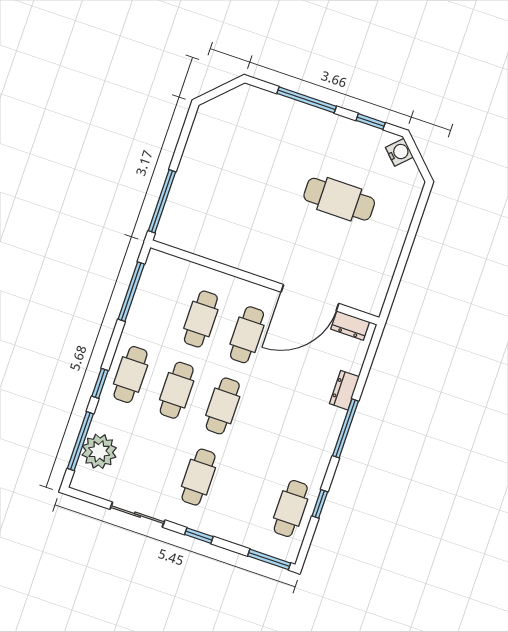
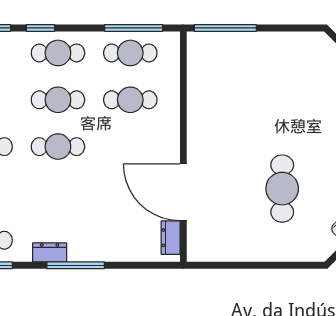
cafe table: (247, 335) -> (130, 53), moved
dresser: (344, 390) -> (50, 252), moved

